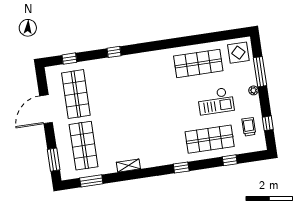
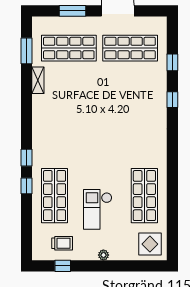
window: (69, 59) -> (172, 62), moved
window: (260, 72) -> (124, 266), removed
window: (54, 160) -> (73, 11), moved
window: (230, 160) -> (26, 186), moved
shelving: (128, 166) -> (38, 80), moved

